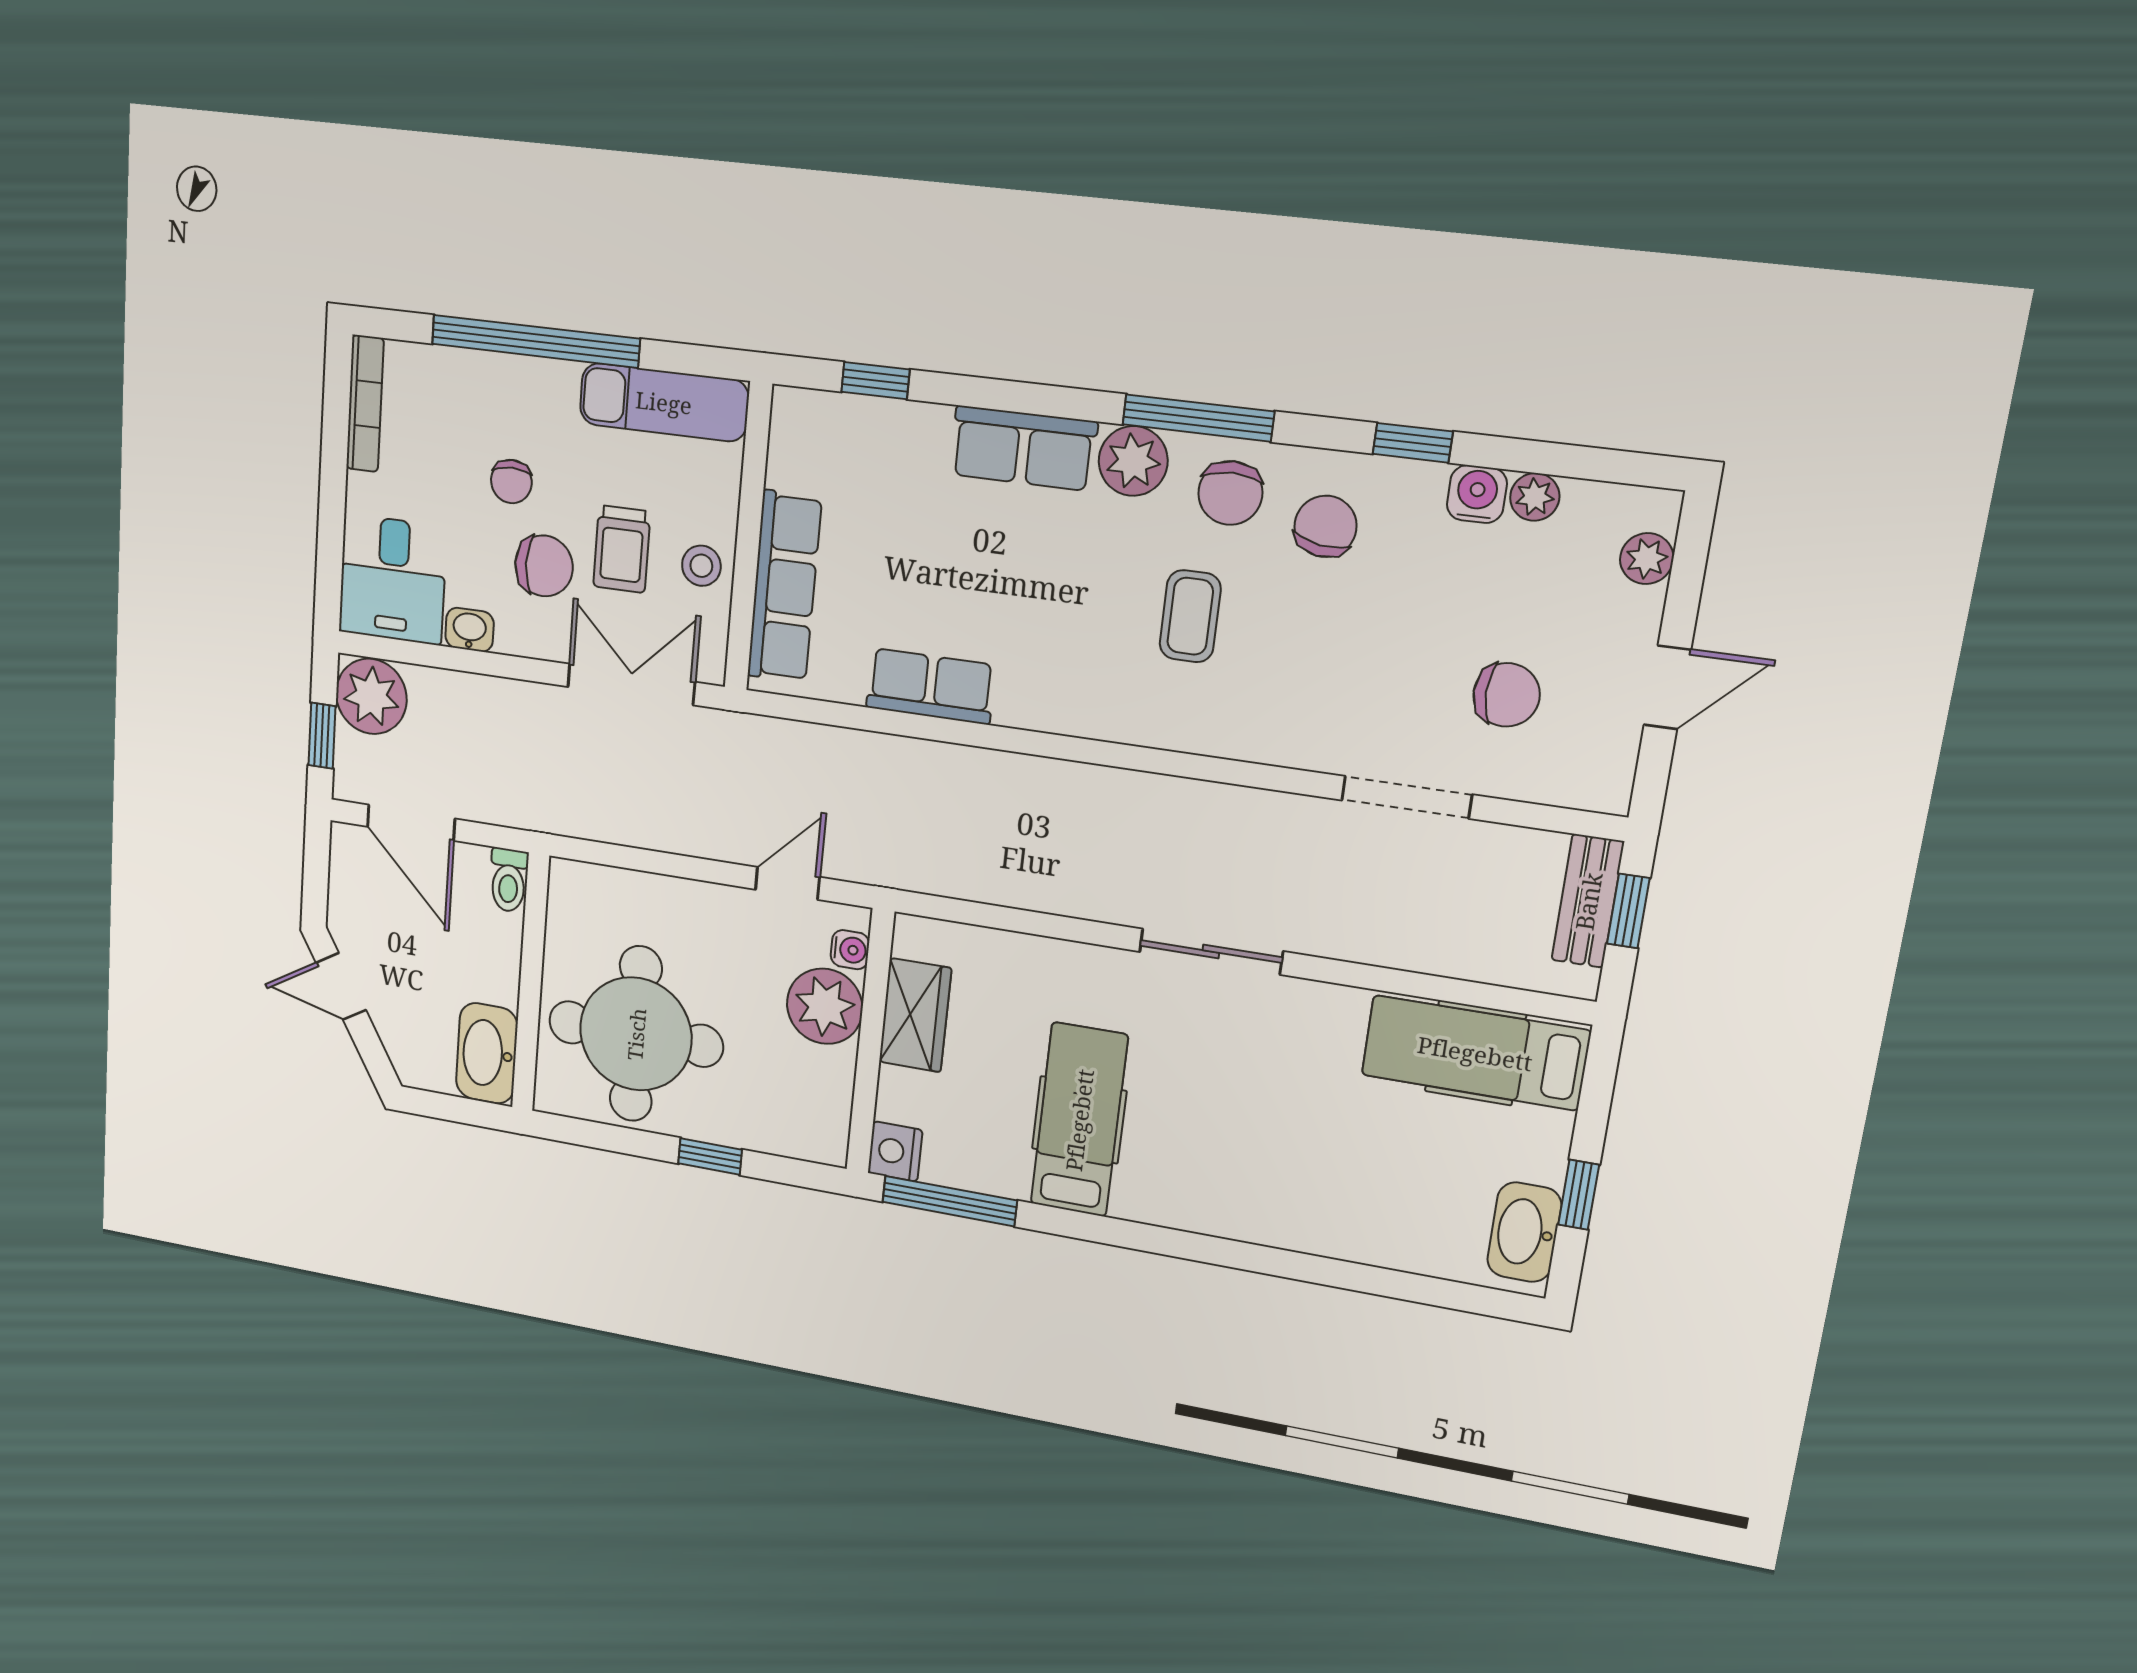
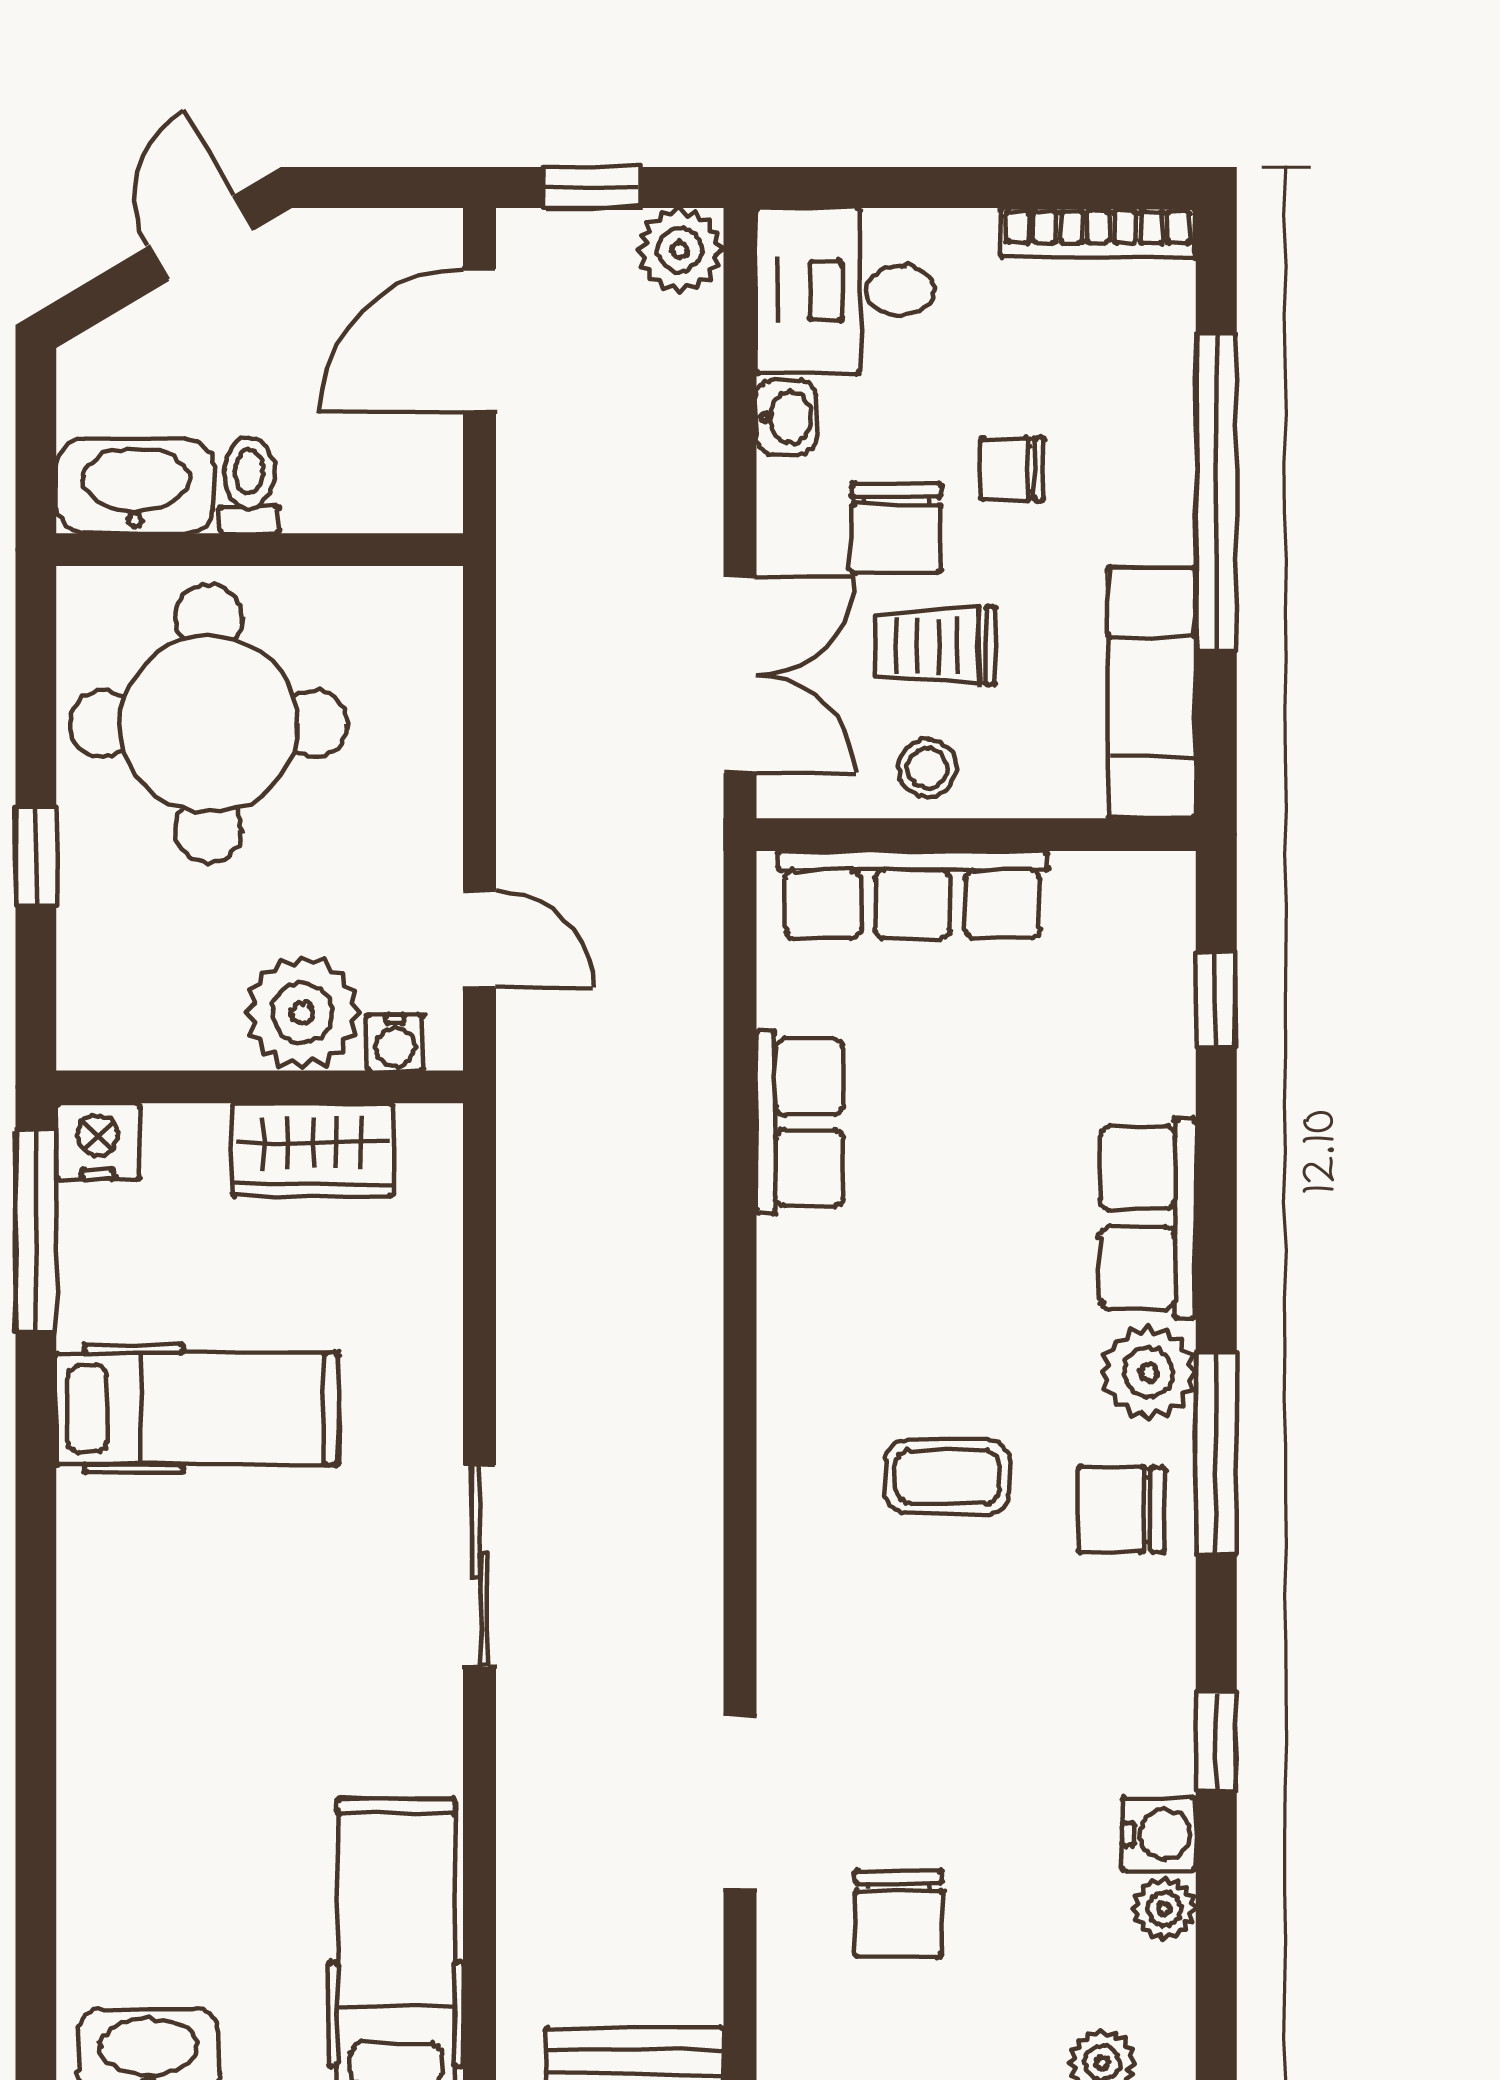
chair: (1325, 526) -> (1092, 1643), removed
plant: (371, 696) -> (680, 250), width x0.73, depth x0.73
toilet: (509, 880) -> (249, 485), moved, turned 90

